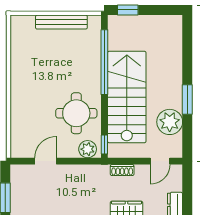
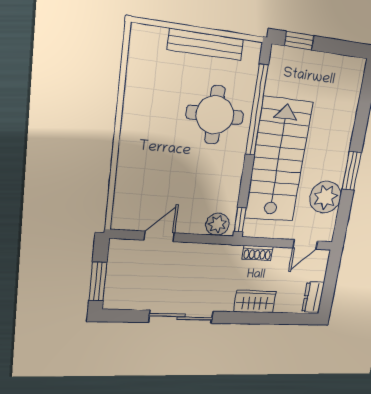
round table: (76, 113) -> (215, 115), moved

